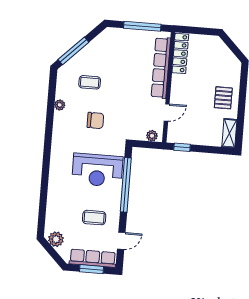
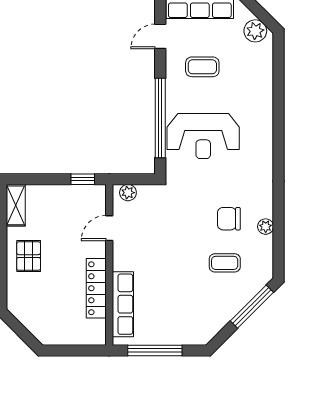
locker: (180, 53) -> (96, 288), moved
row of seats: (161, 68) -> (123, 304), width x0.73
chair: (95, 120) -> (229, 219), moved
reception desk: (97, 170) -> (203, 136), turned 180

